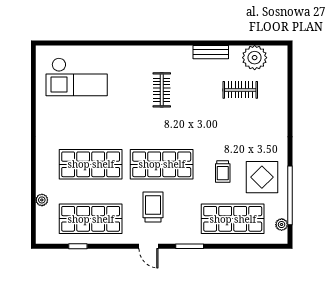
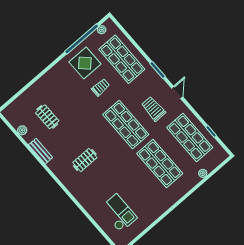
plant: (255, 58) -> (22, 130), width x0.53, depth x0.53
checkout: (77, 77) -> (118, 213), width x0.73, depth x0.83
trolley: (153, 207) -> (153, 109), turned 90

